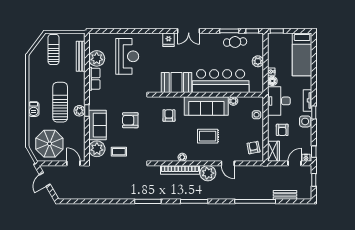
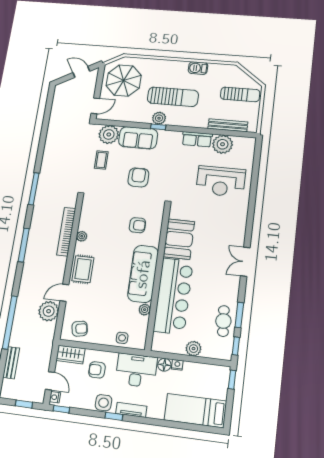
fridge: (168, 40) -> (236, 235), removed
barbecue: (34, 109) -> (198, 68), moved
rug: (208, 136) -> (83, 269), moved
plant: (208, 173) -> (49, 311), moved

